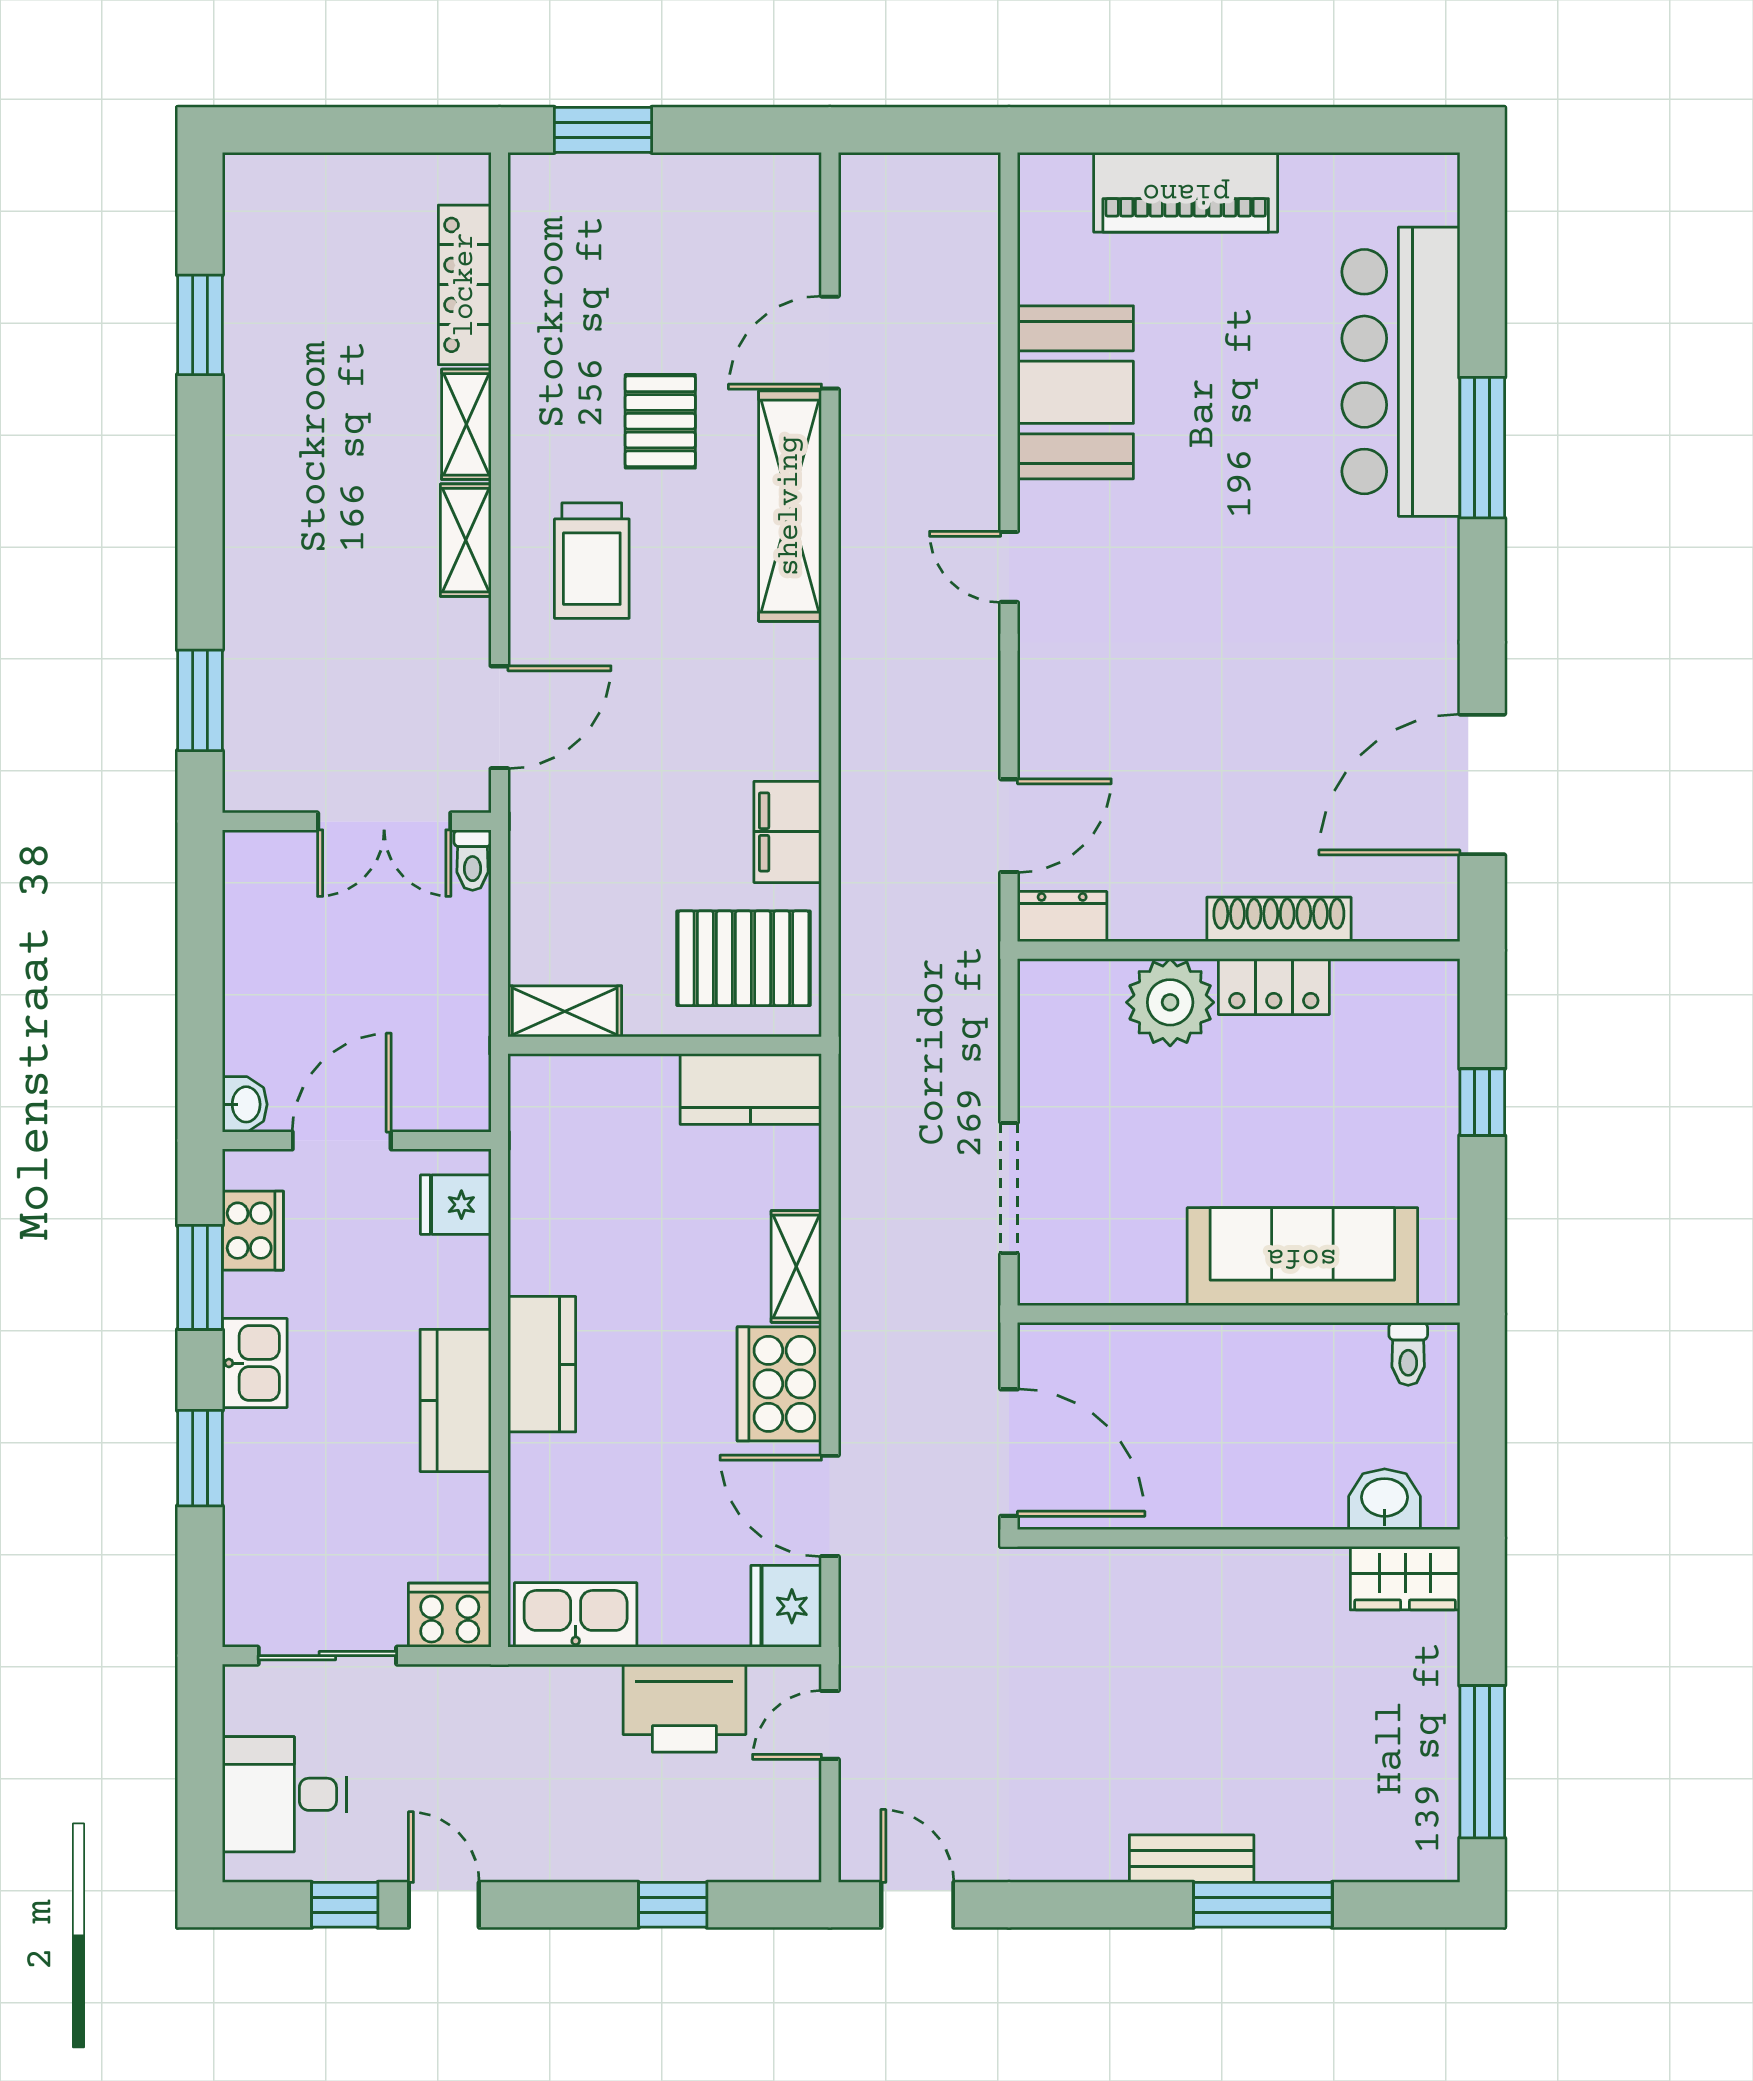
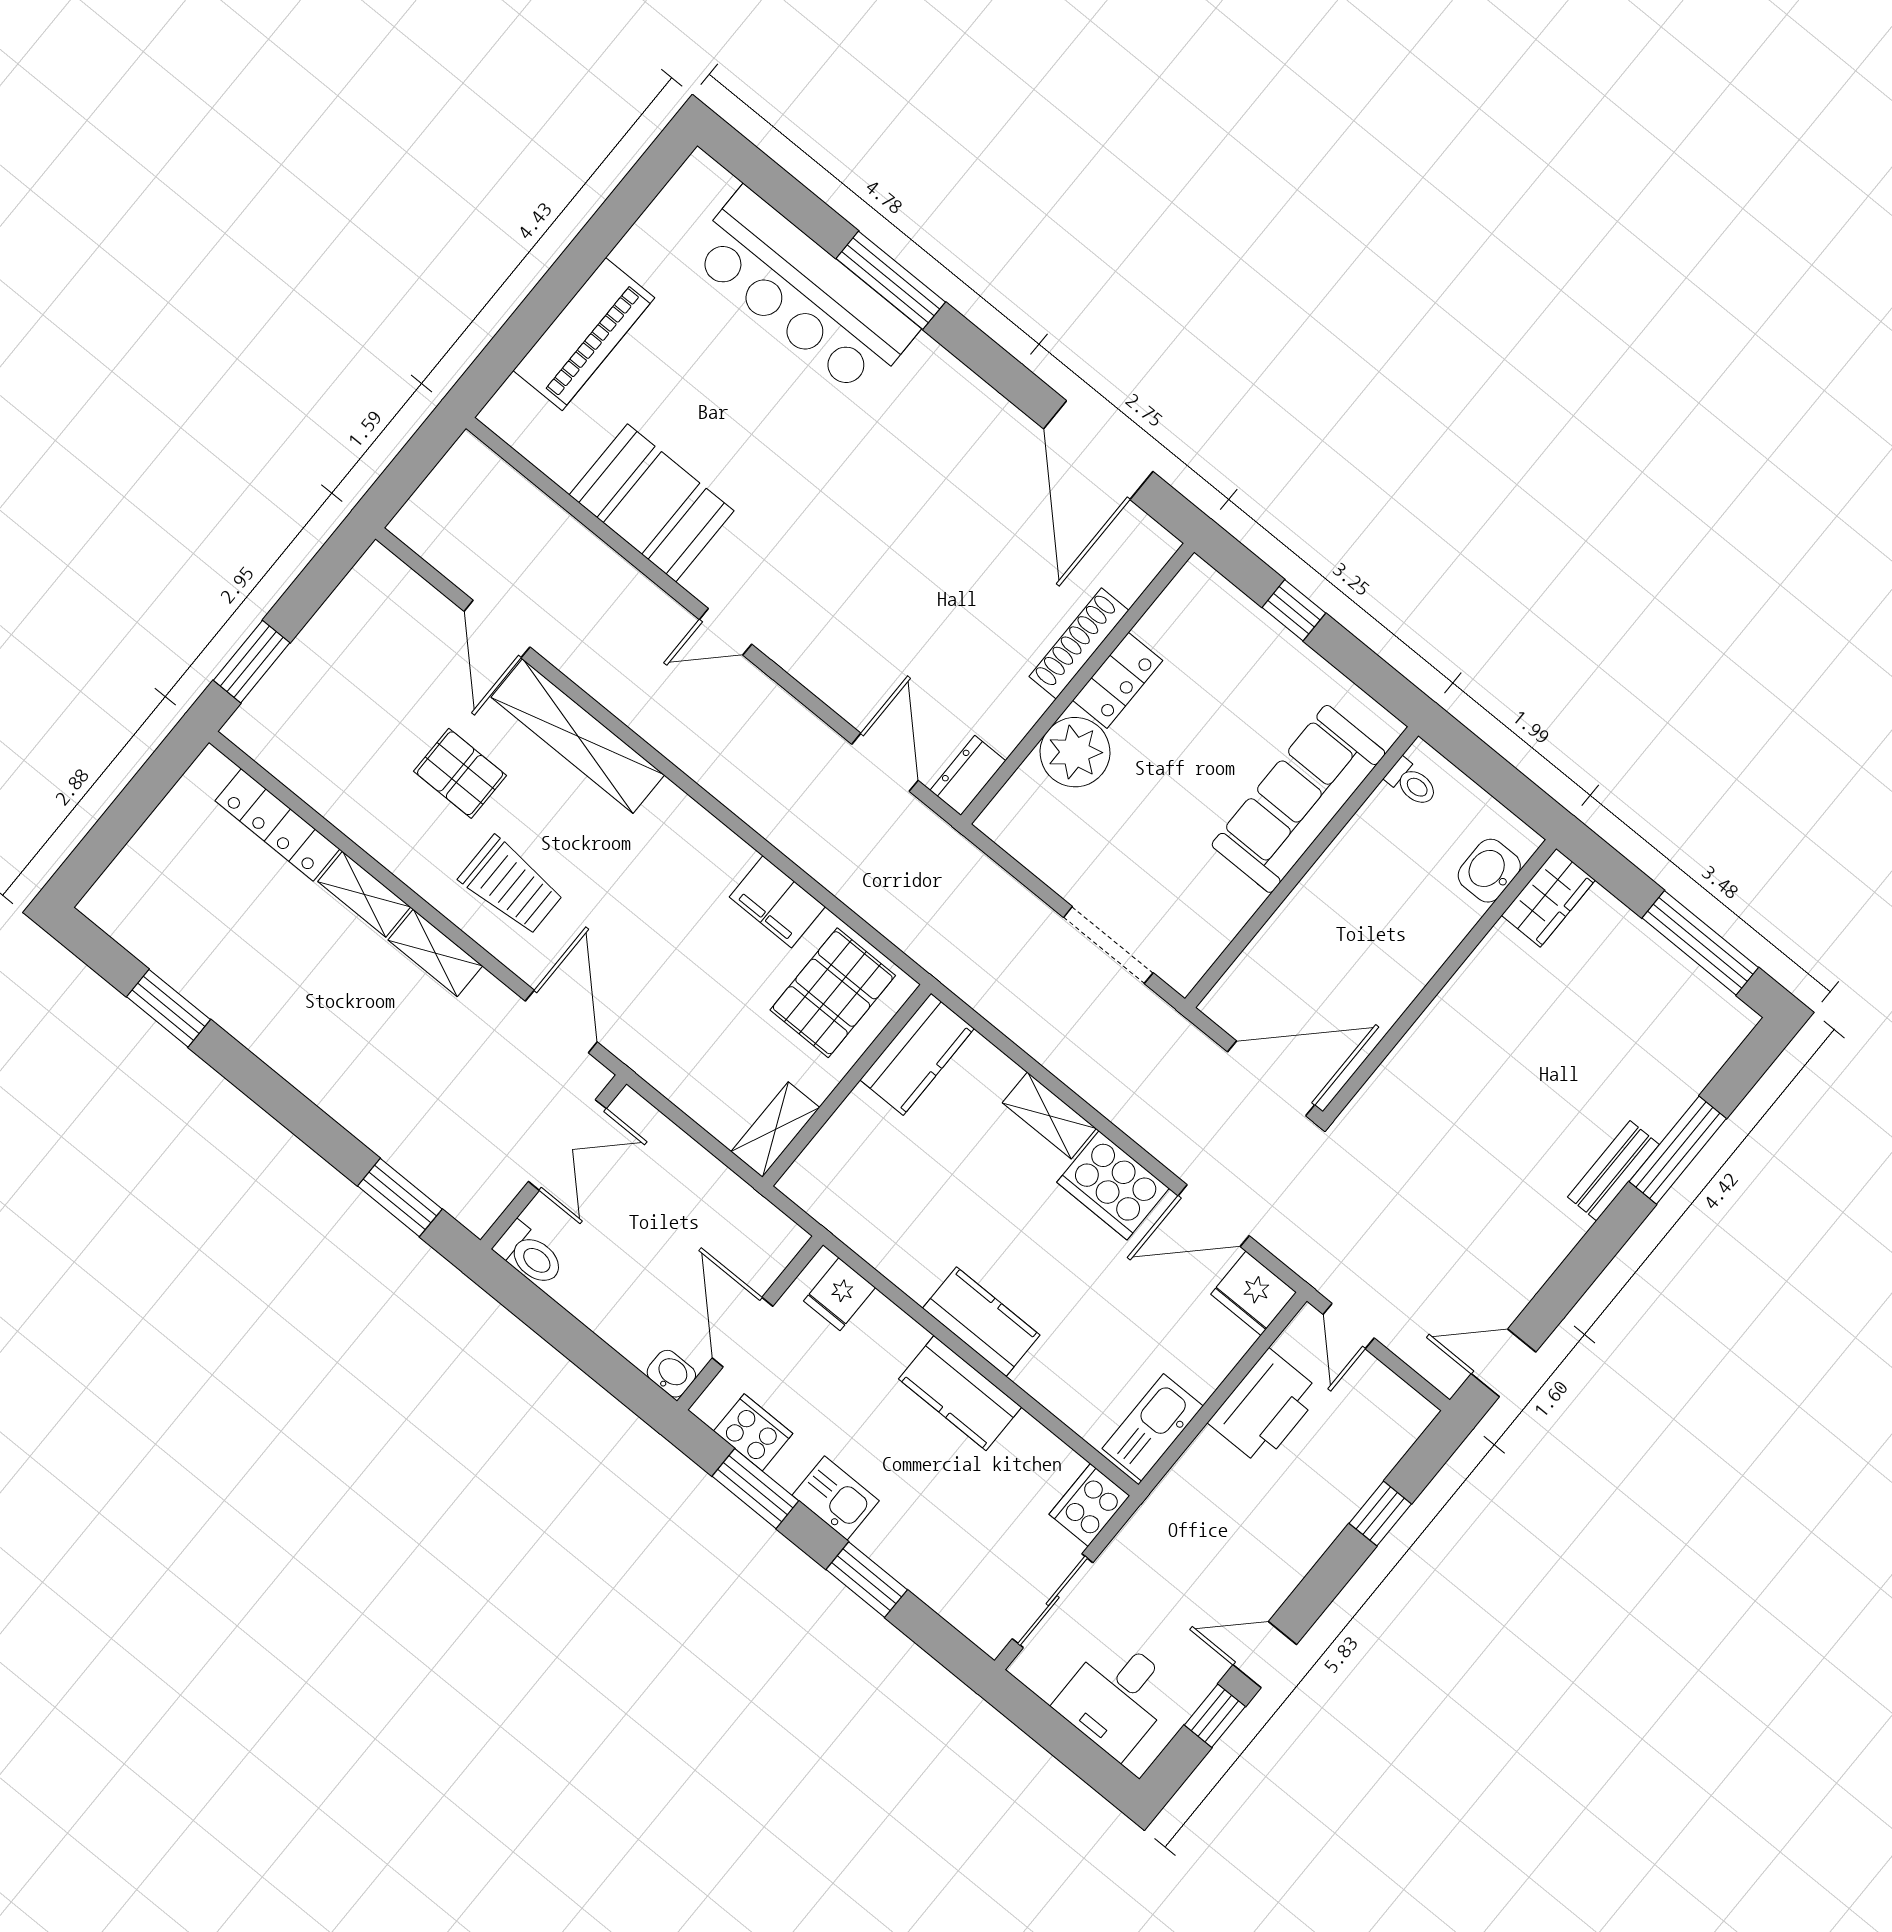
toilet: (473, 860) -> (530, 1254), moved, width x1.37, depth x1.39

